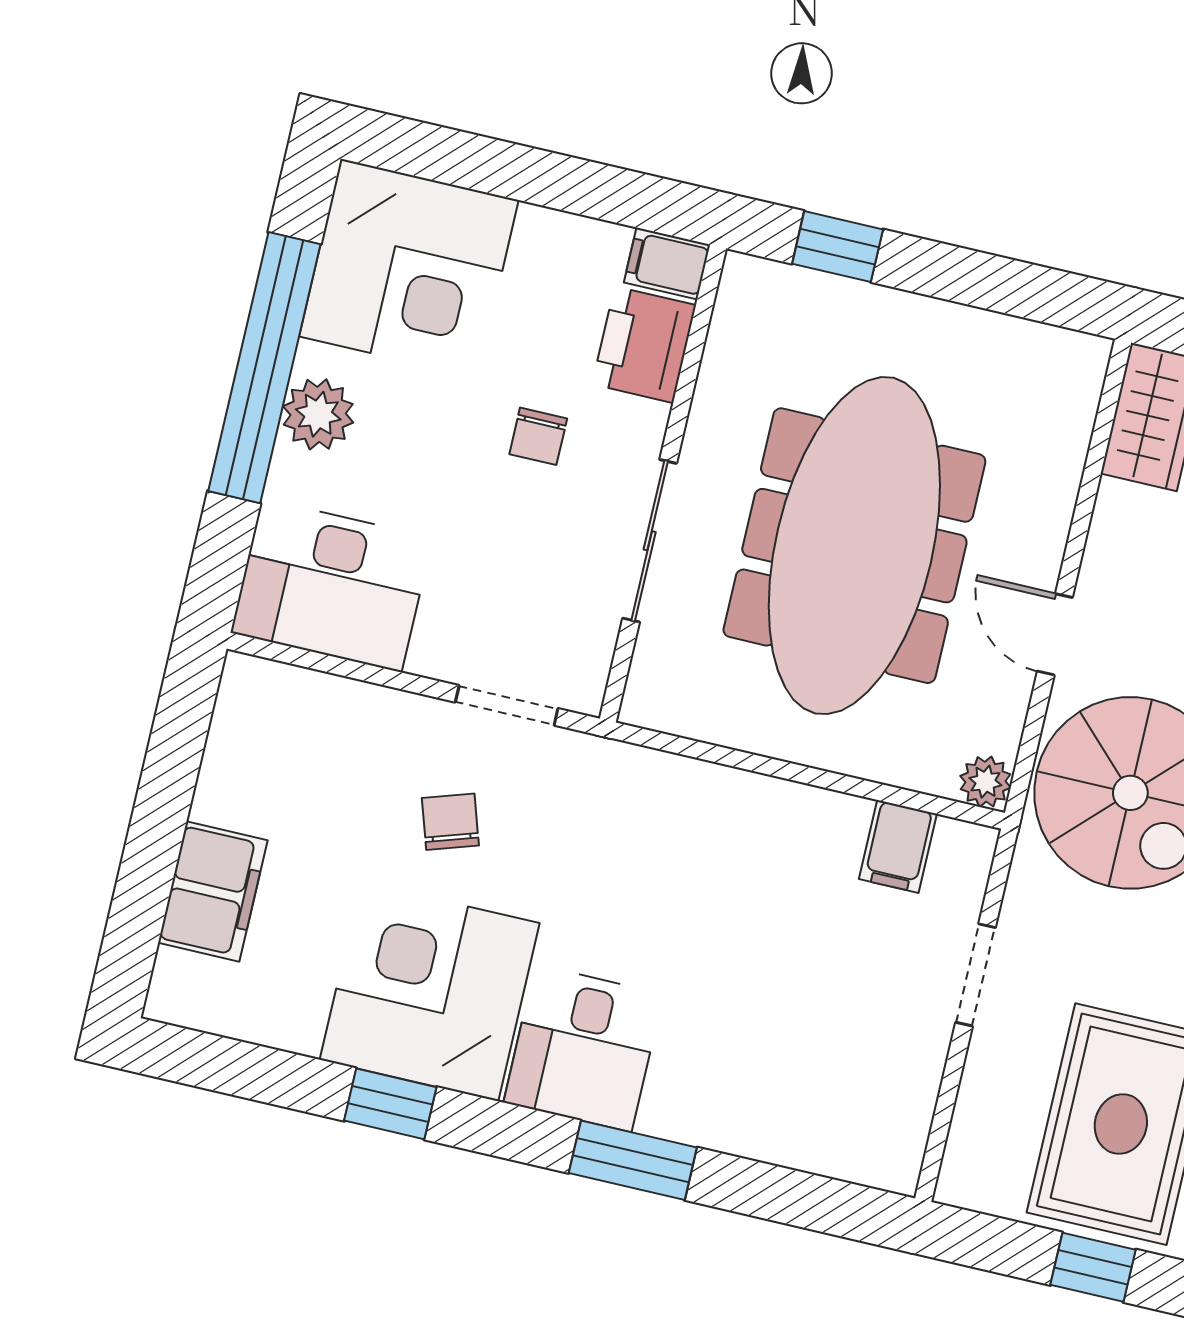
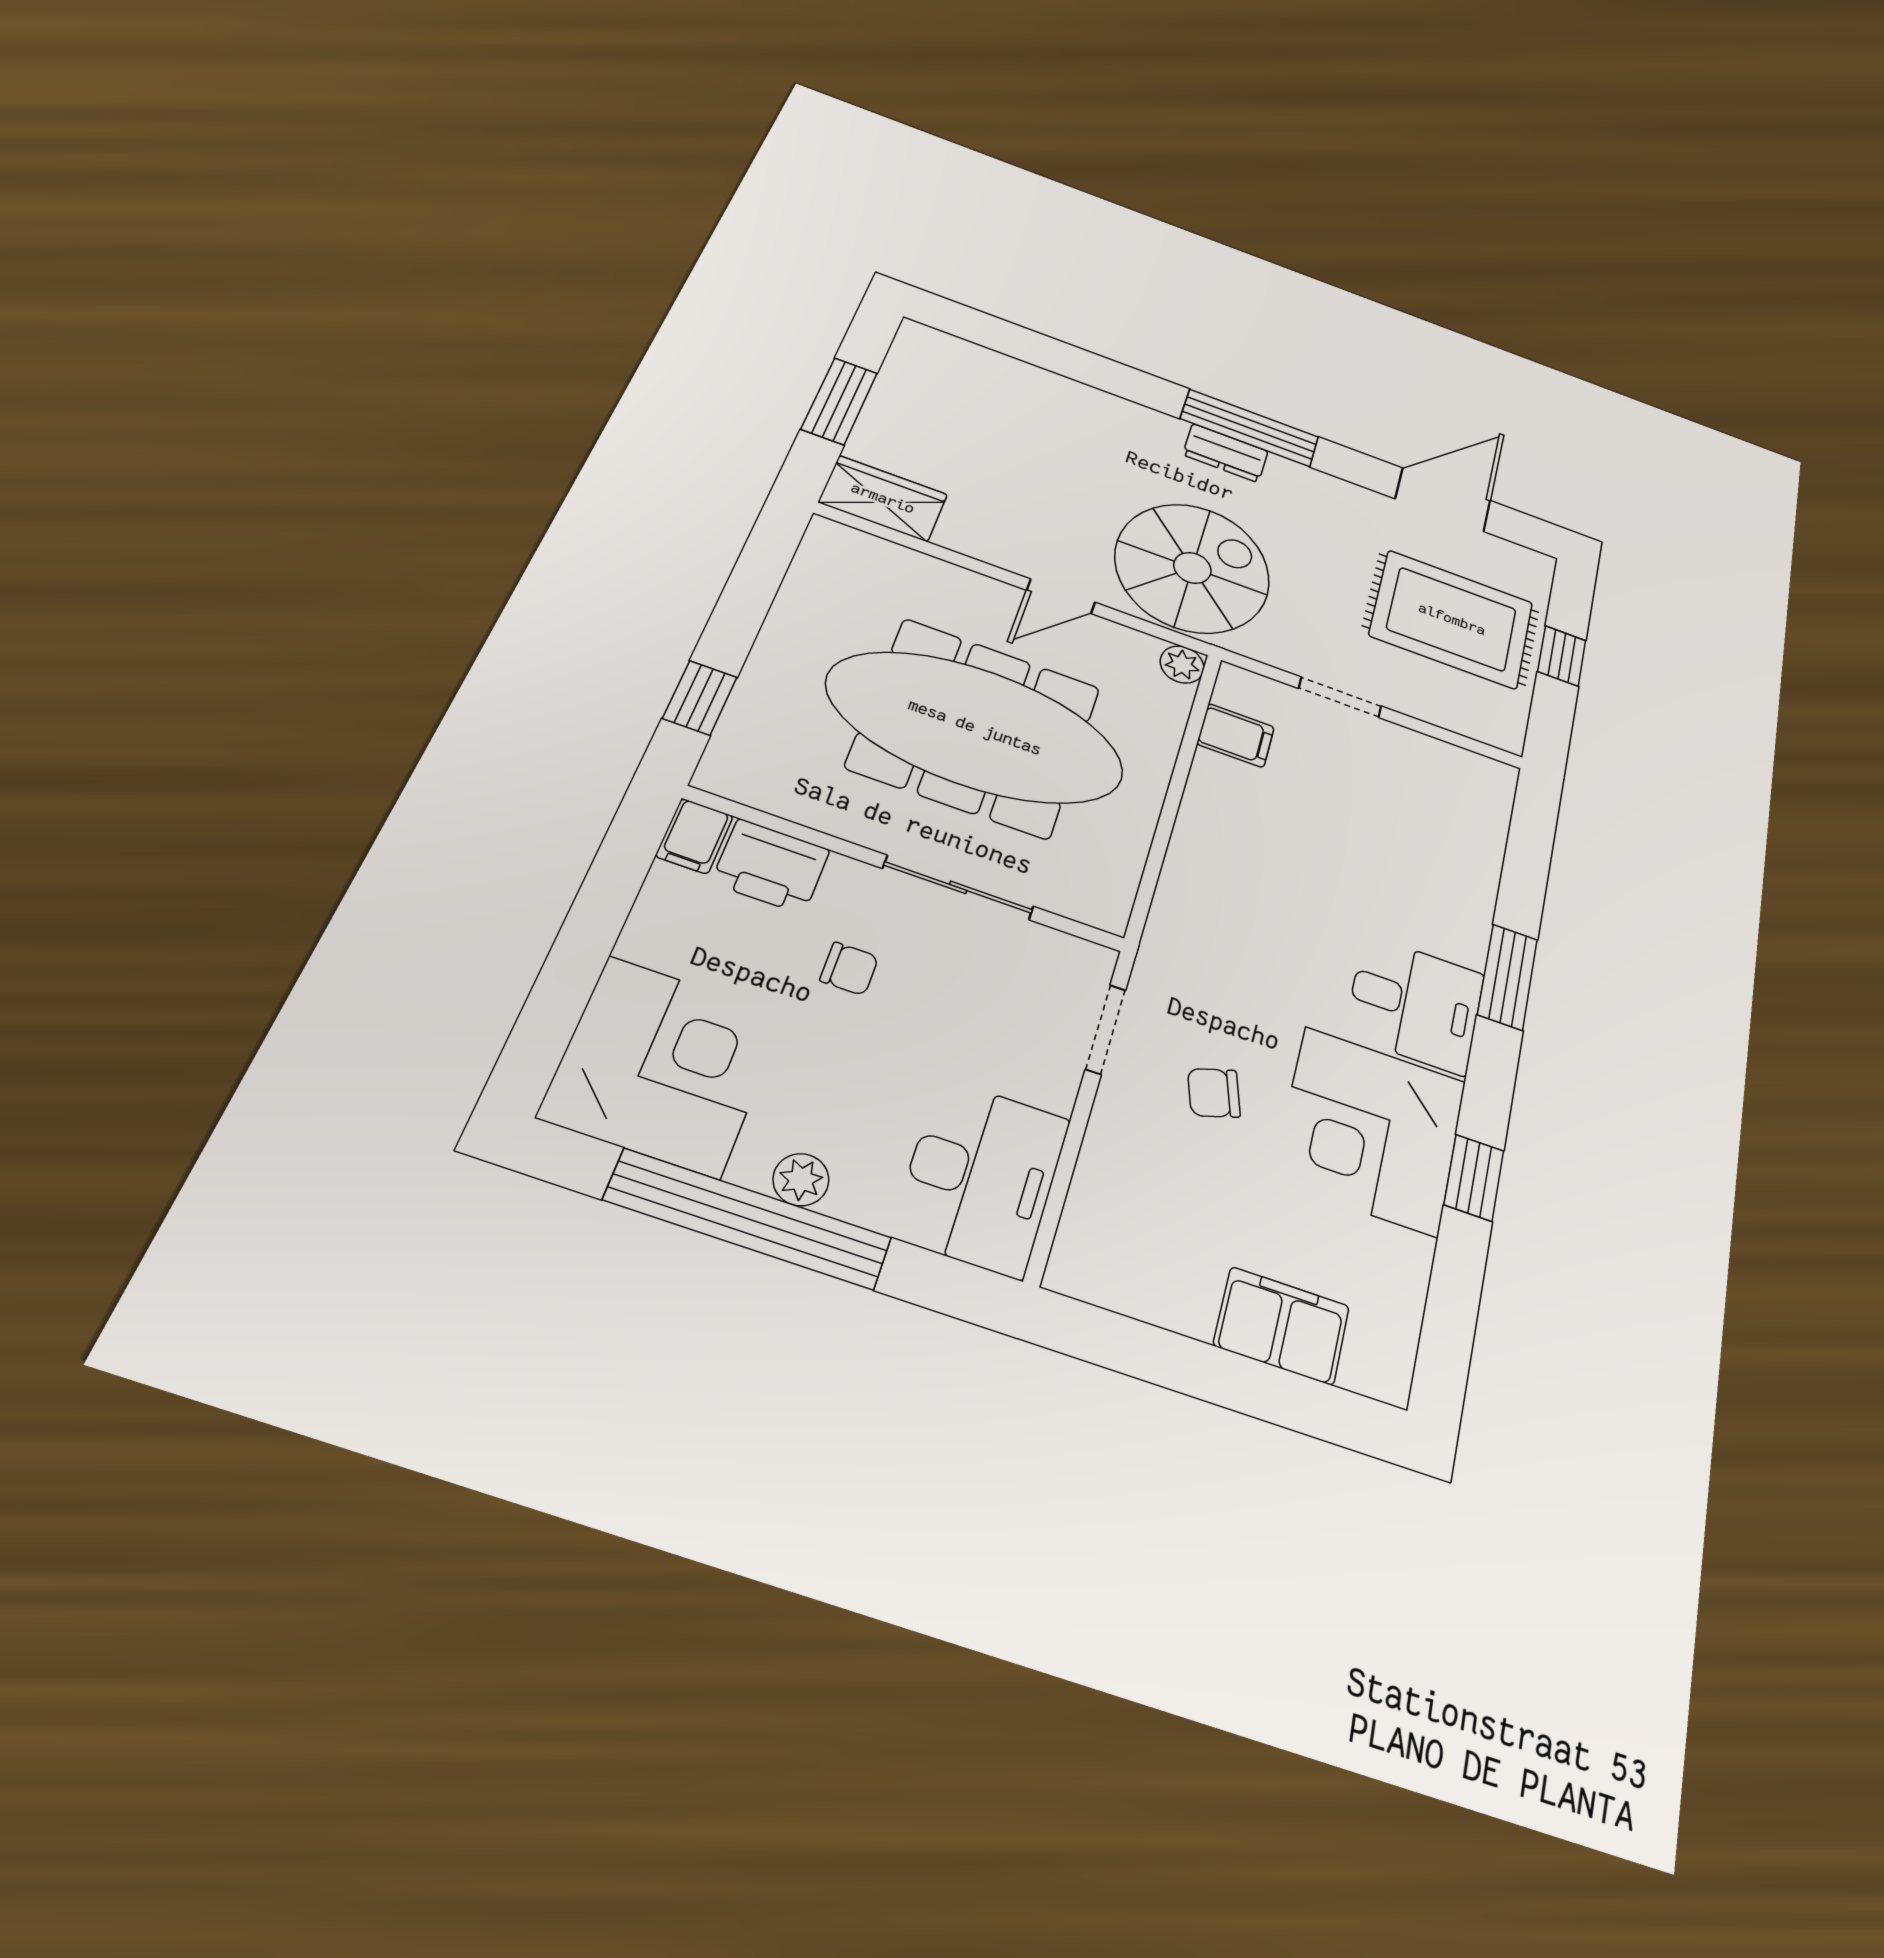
plant: (318, 414) -> (801, 1180), width x0.73, depth x0.73

